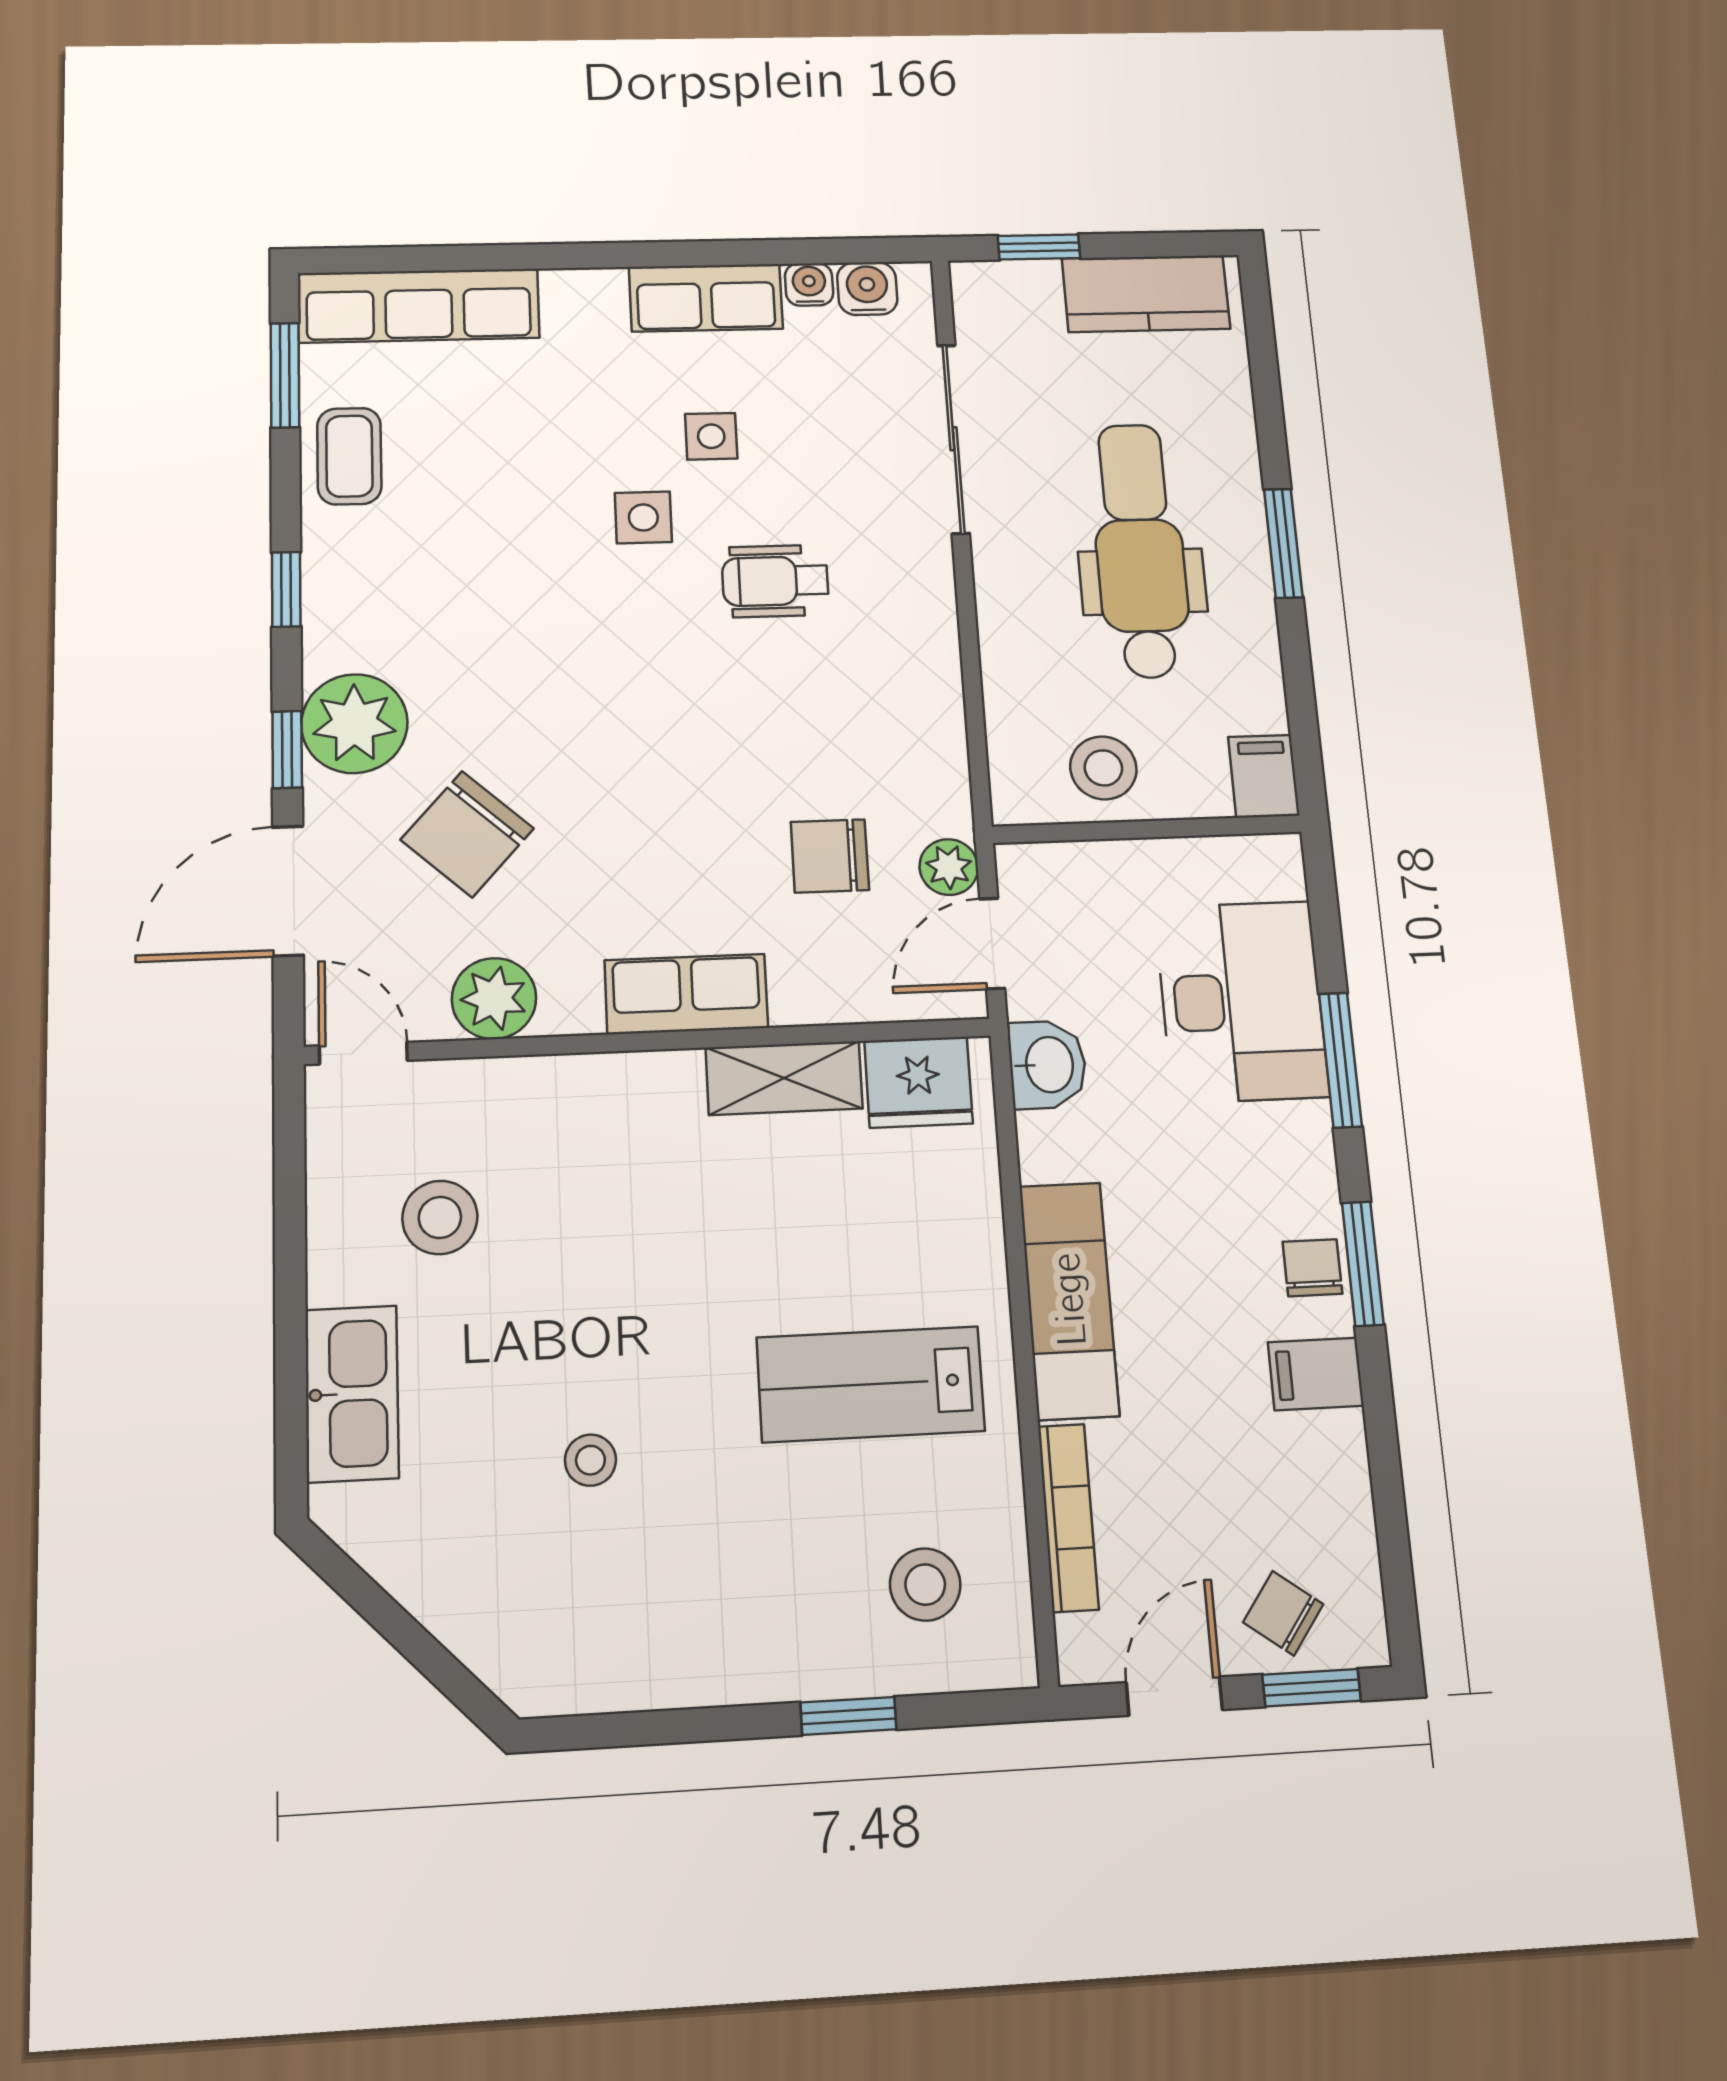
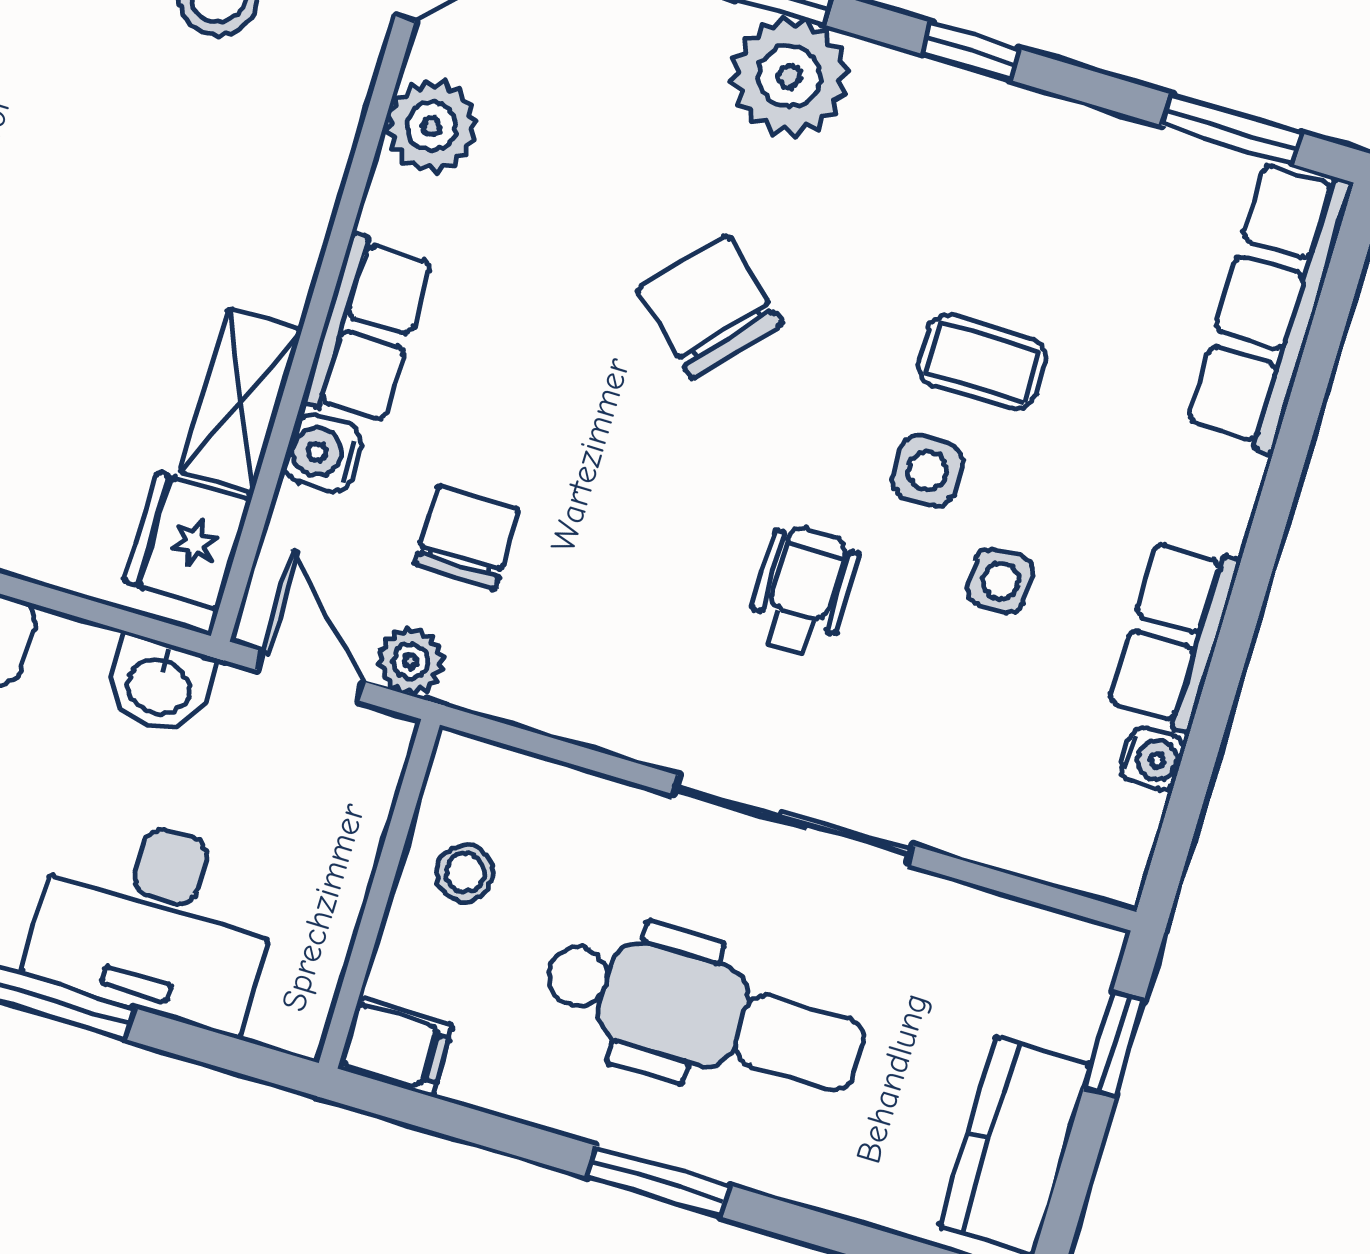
water cooler: (867, 289) -> (322, 453), moved, turned 180
sliding door: (954, 439) -> (793, 820), moved
coffee table: (349, 456) -> (982, 362), moved
stool: (1103, 768) -> (465, 873), width x0.73, depth x0.73
chair: (467, 834) -> (710, 307), moved

